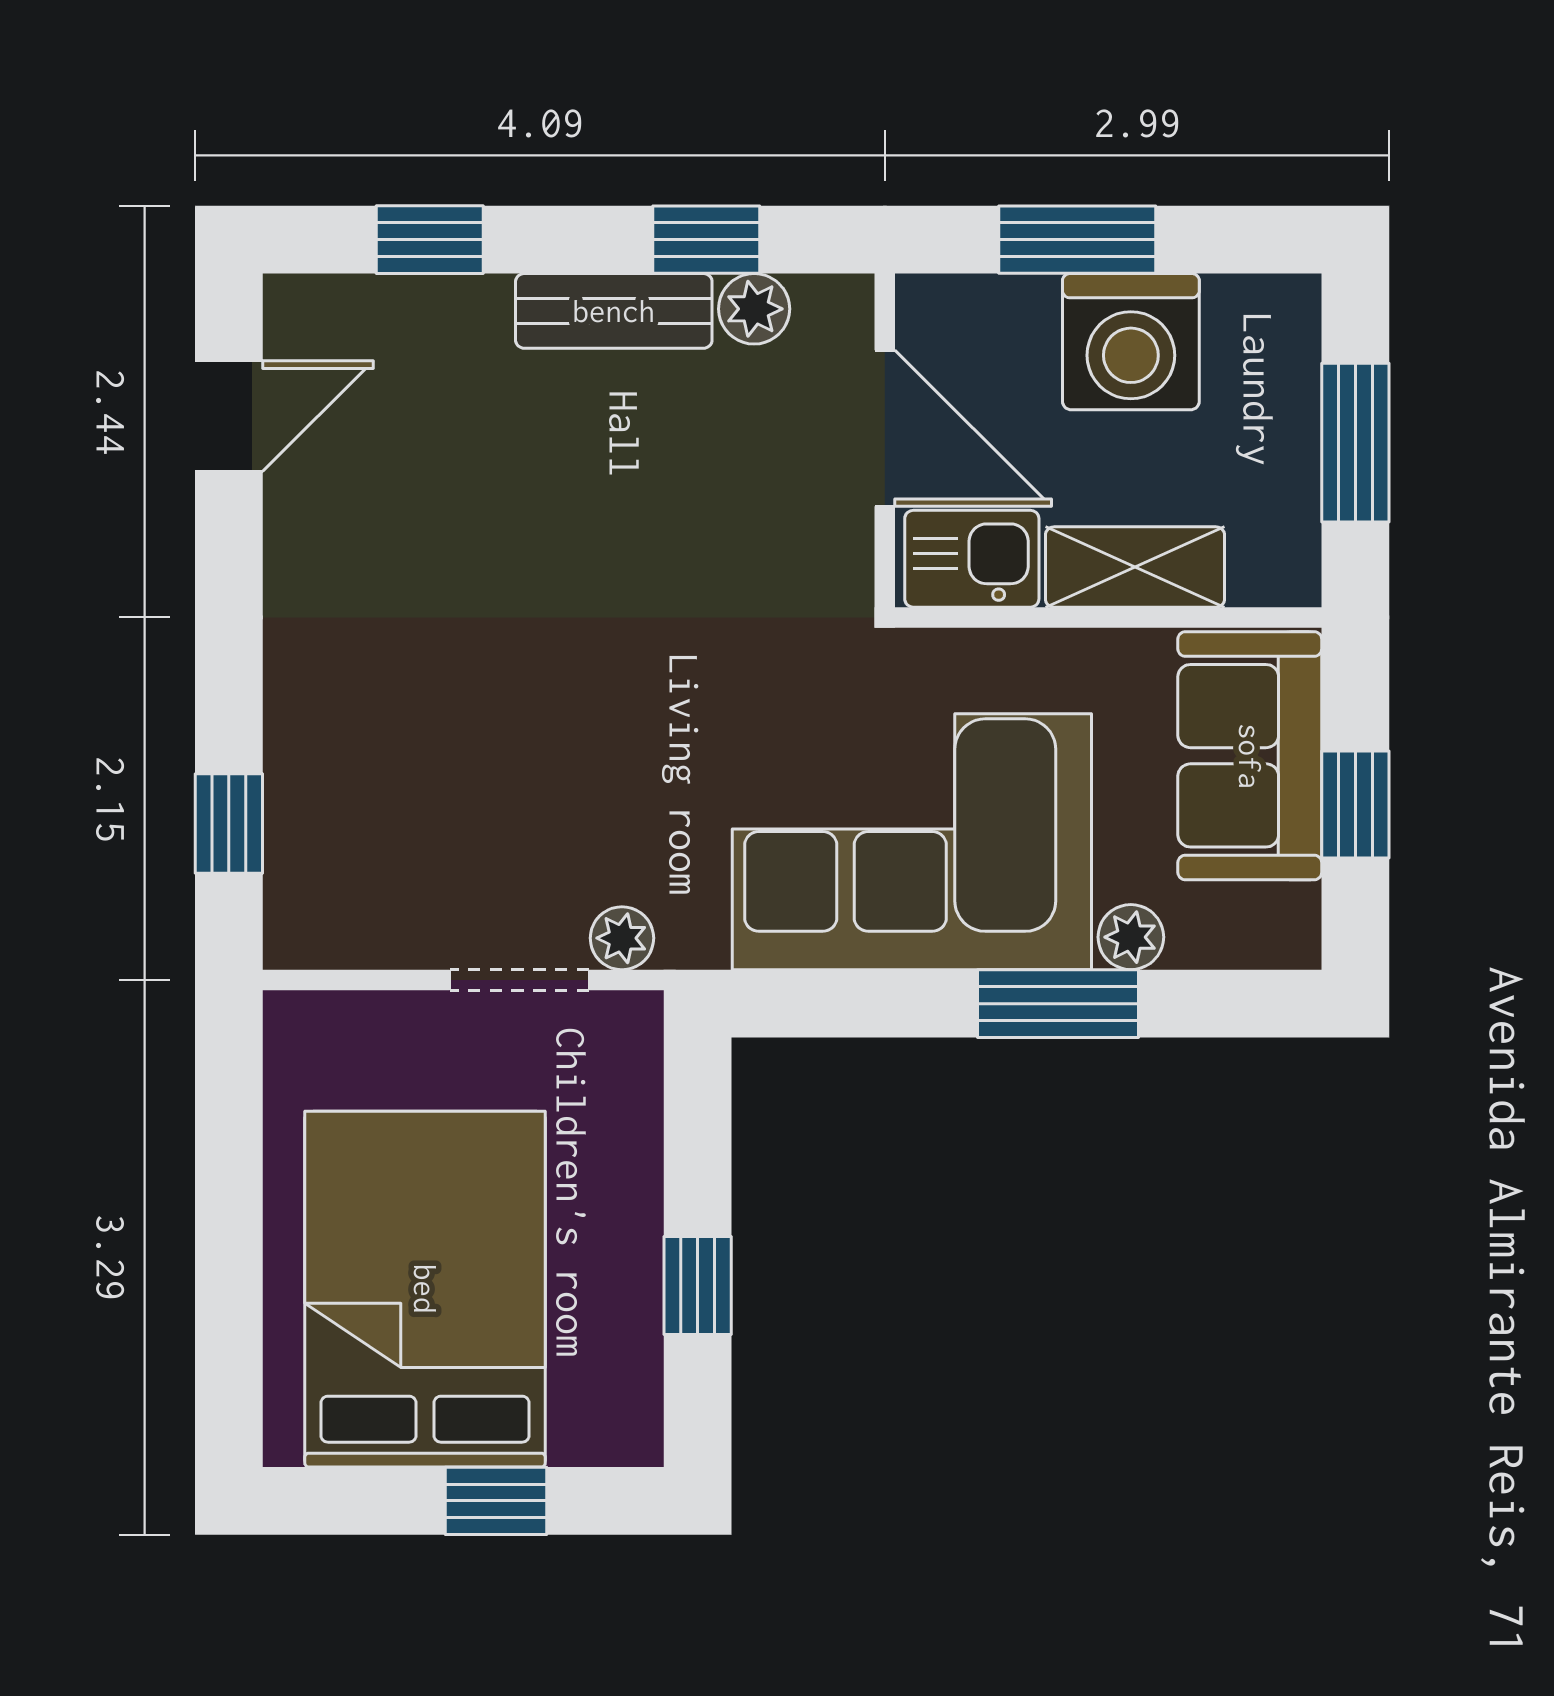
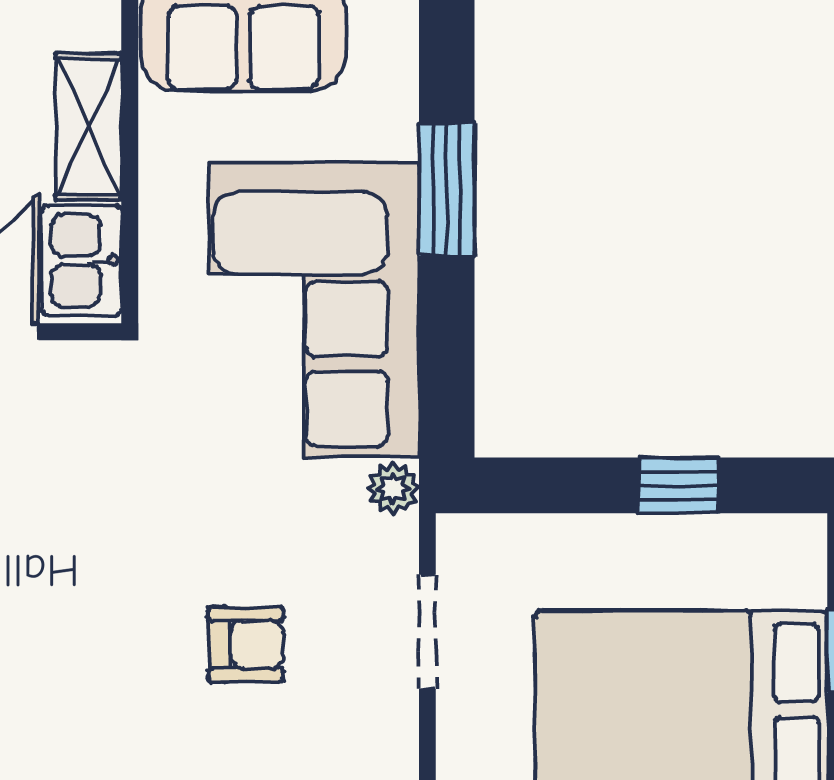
armchair: (504, 759) -> (246, 645), added
plant: (1131, 937) -> (392, 130), removed
plant: (622, 938) -> (393, 488), moved

